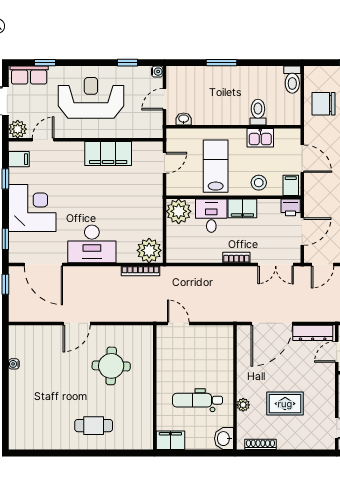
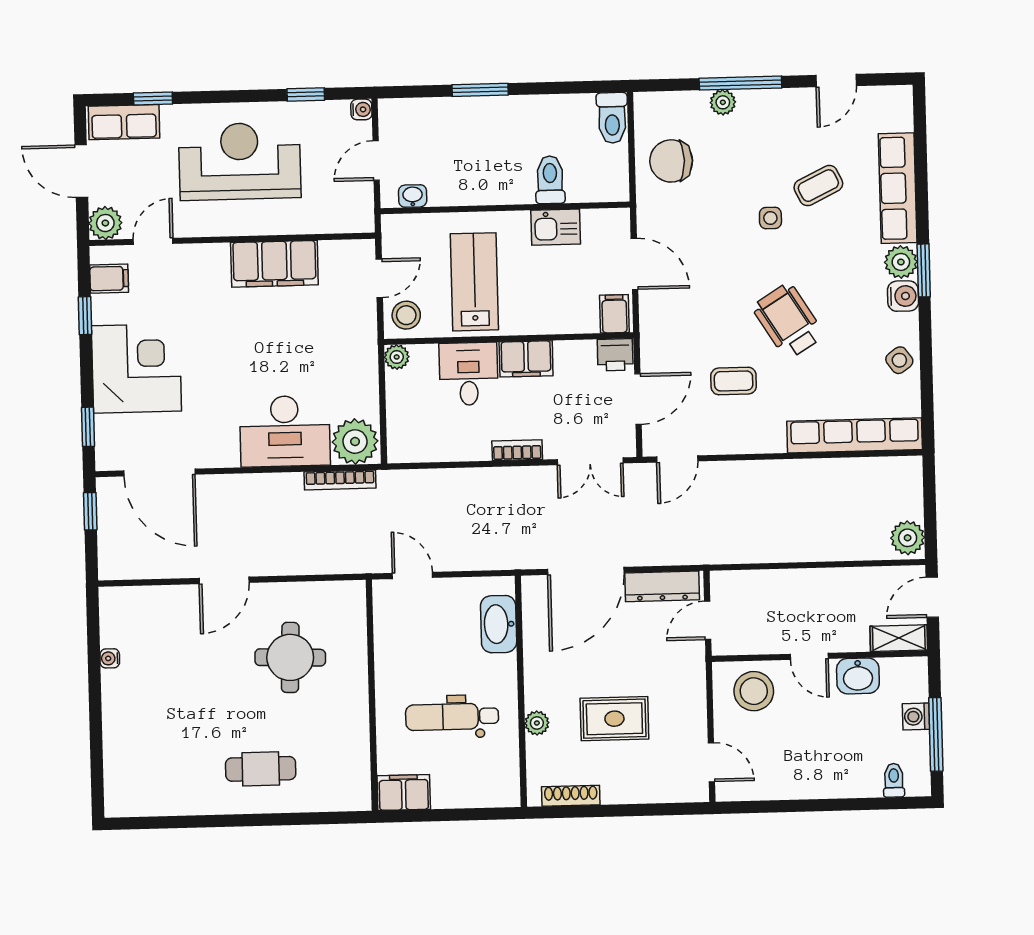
stool: (259, 183) -> (406, 315), moved
plant: (179, 211) -> (397, 357), width x0.53, depth x0.53
desk: (92, 244) -> (285, 431), moved
washbasin: (224, 439) -> (499, 624), moved, width x1.38

